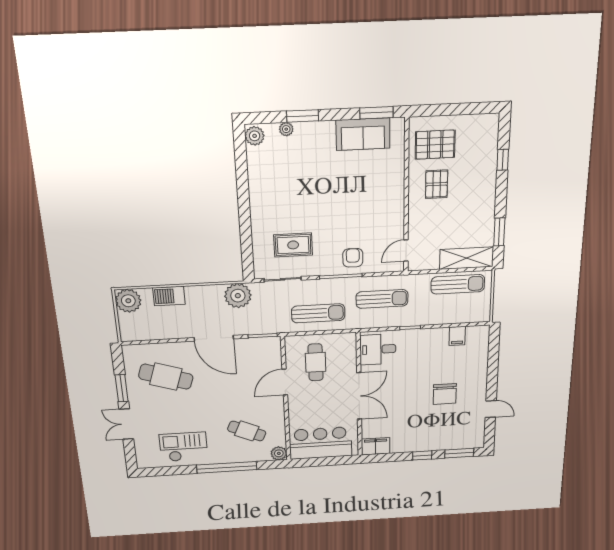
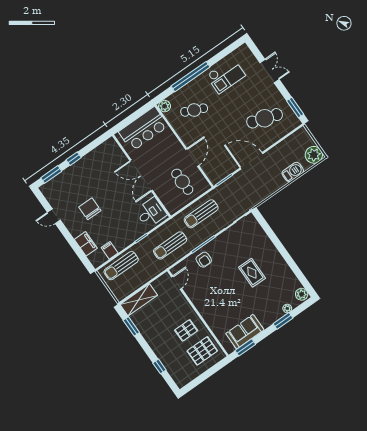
pallet: (437, 184) -> (186, 330), turned 90
rug: (293, 245) -> (252, 273), moved, turned 90
sun lounger: (458, 284) -> (121, 266), moved
plant: (238, 296) -> (254, 196), removed
window: (122, 388) -> (295, 107), moved
filing cabinet: (376, 446) -> (86, 244), moved, turned -90

